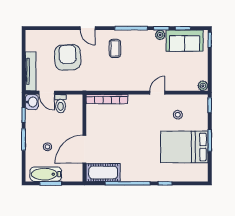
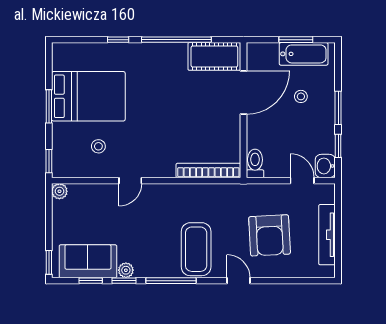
coffee table: (115, 48) -> (196, 249), width x1.86, depth x1.72
tv unit: (31, 71) -> (327, 235), moved
toilet: (61, 104) -> (255, 163), moved

